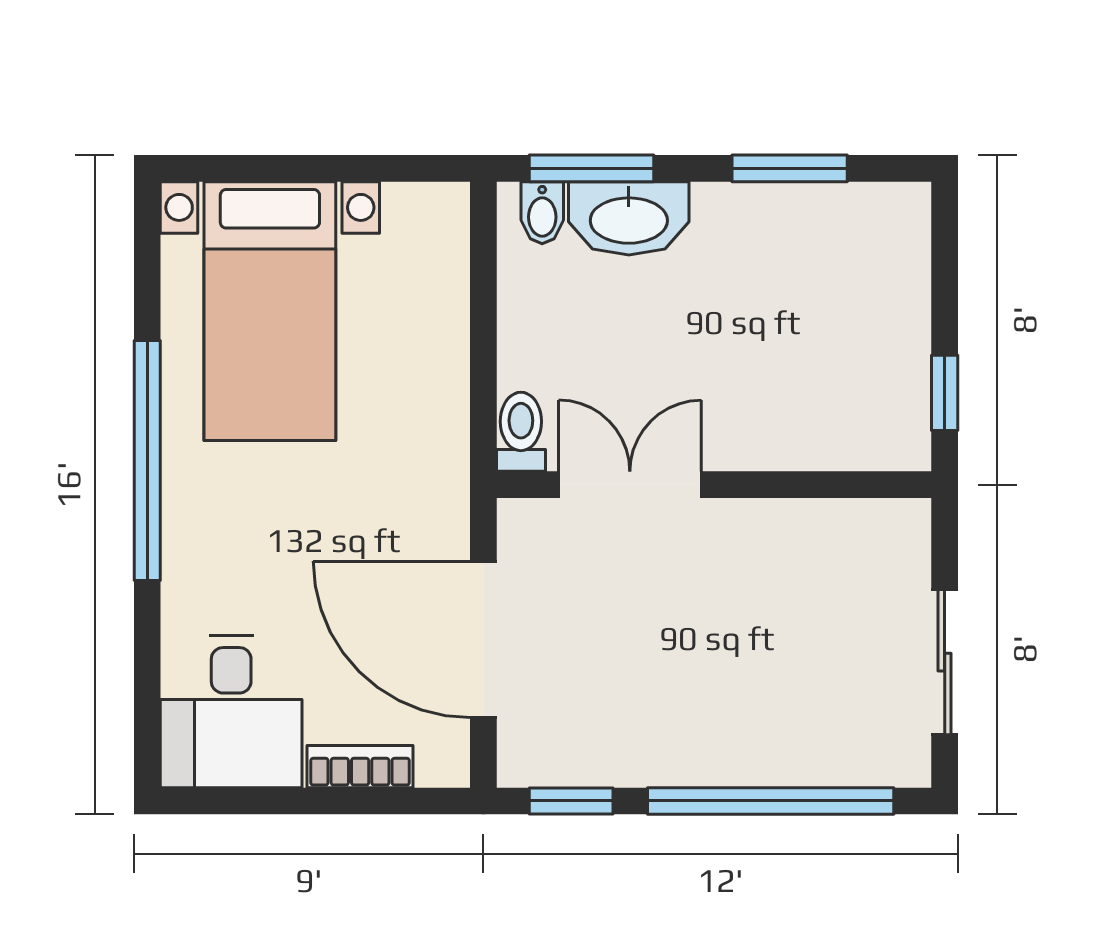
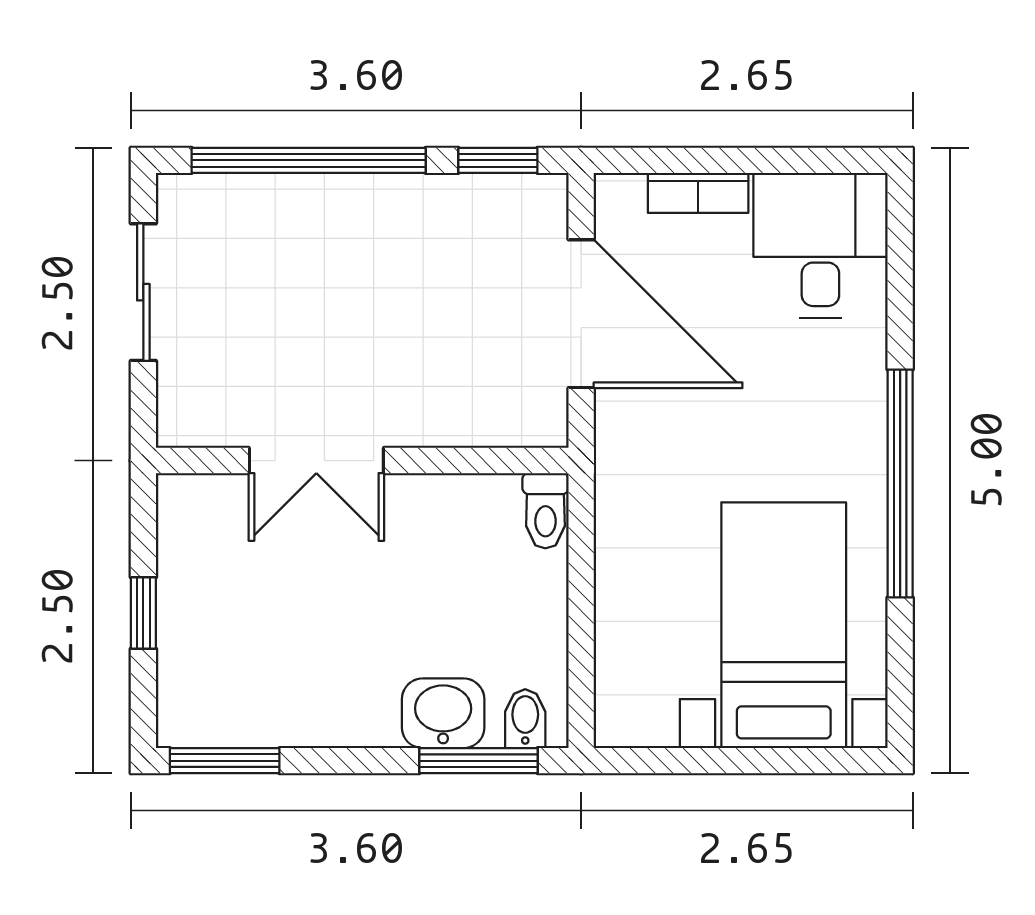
window: (790, 168) -> (225, 761), moved
washbasin: (629, 218) -> (443, 713), width x0.72
window: (945, 393) -> (143, 613), moved
double door: (630, 485) -> (316, 461), moved

